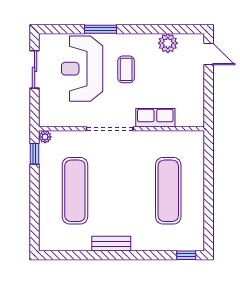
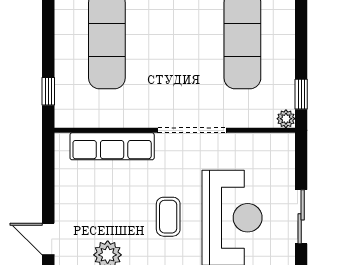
row of seats: (155, 118) -> (112, 146), width x1.48
window: (209, 156) -> (48, 91), added

